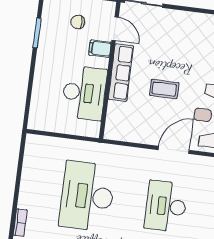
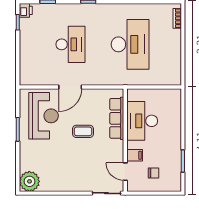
row of seats: (121, 73) -> (117, 118), moved

